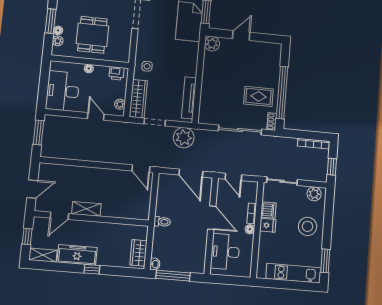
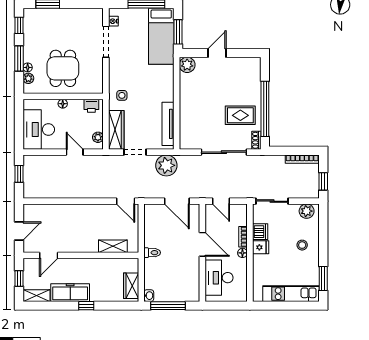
window: (38, 132) -> (19, 174), width x0.67
shelving: (86, 209) -> (113, 246), moved
stool: (308, 226) -> (302, 245), width x0.53, depth x0.53

